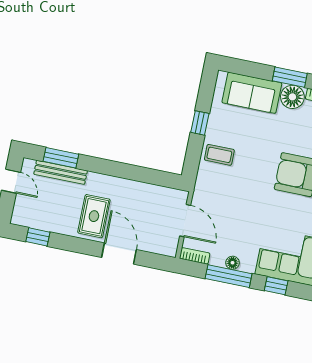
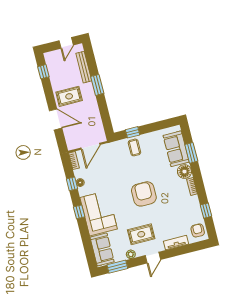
window: (290, 77) -> (191, 153), moved
window: (200, 123) -> (133, 132), moved
window: (61, 158) -> (97, 85), moved
door: (119, 254) -> (56, 119), hinge flipped
window: (229, 276) -> (72, 184), width x0.46

